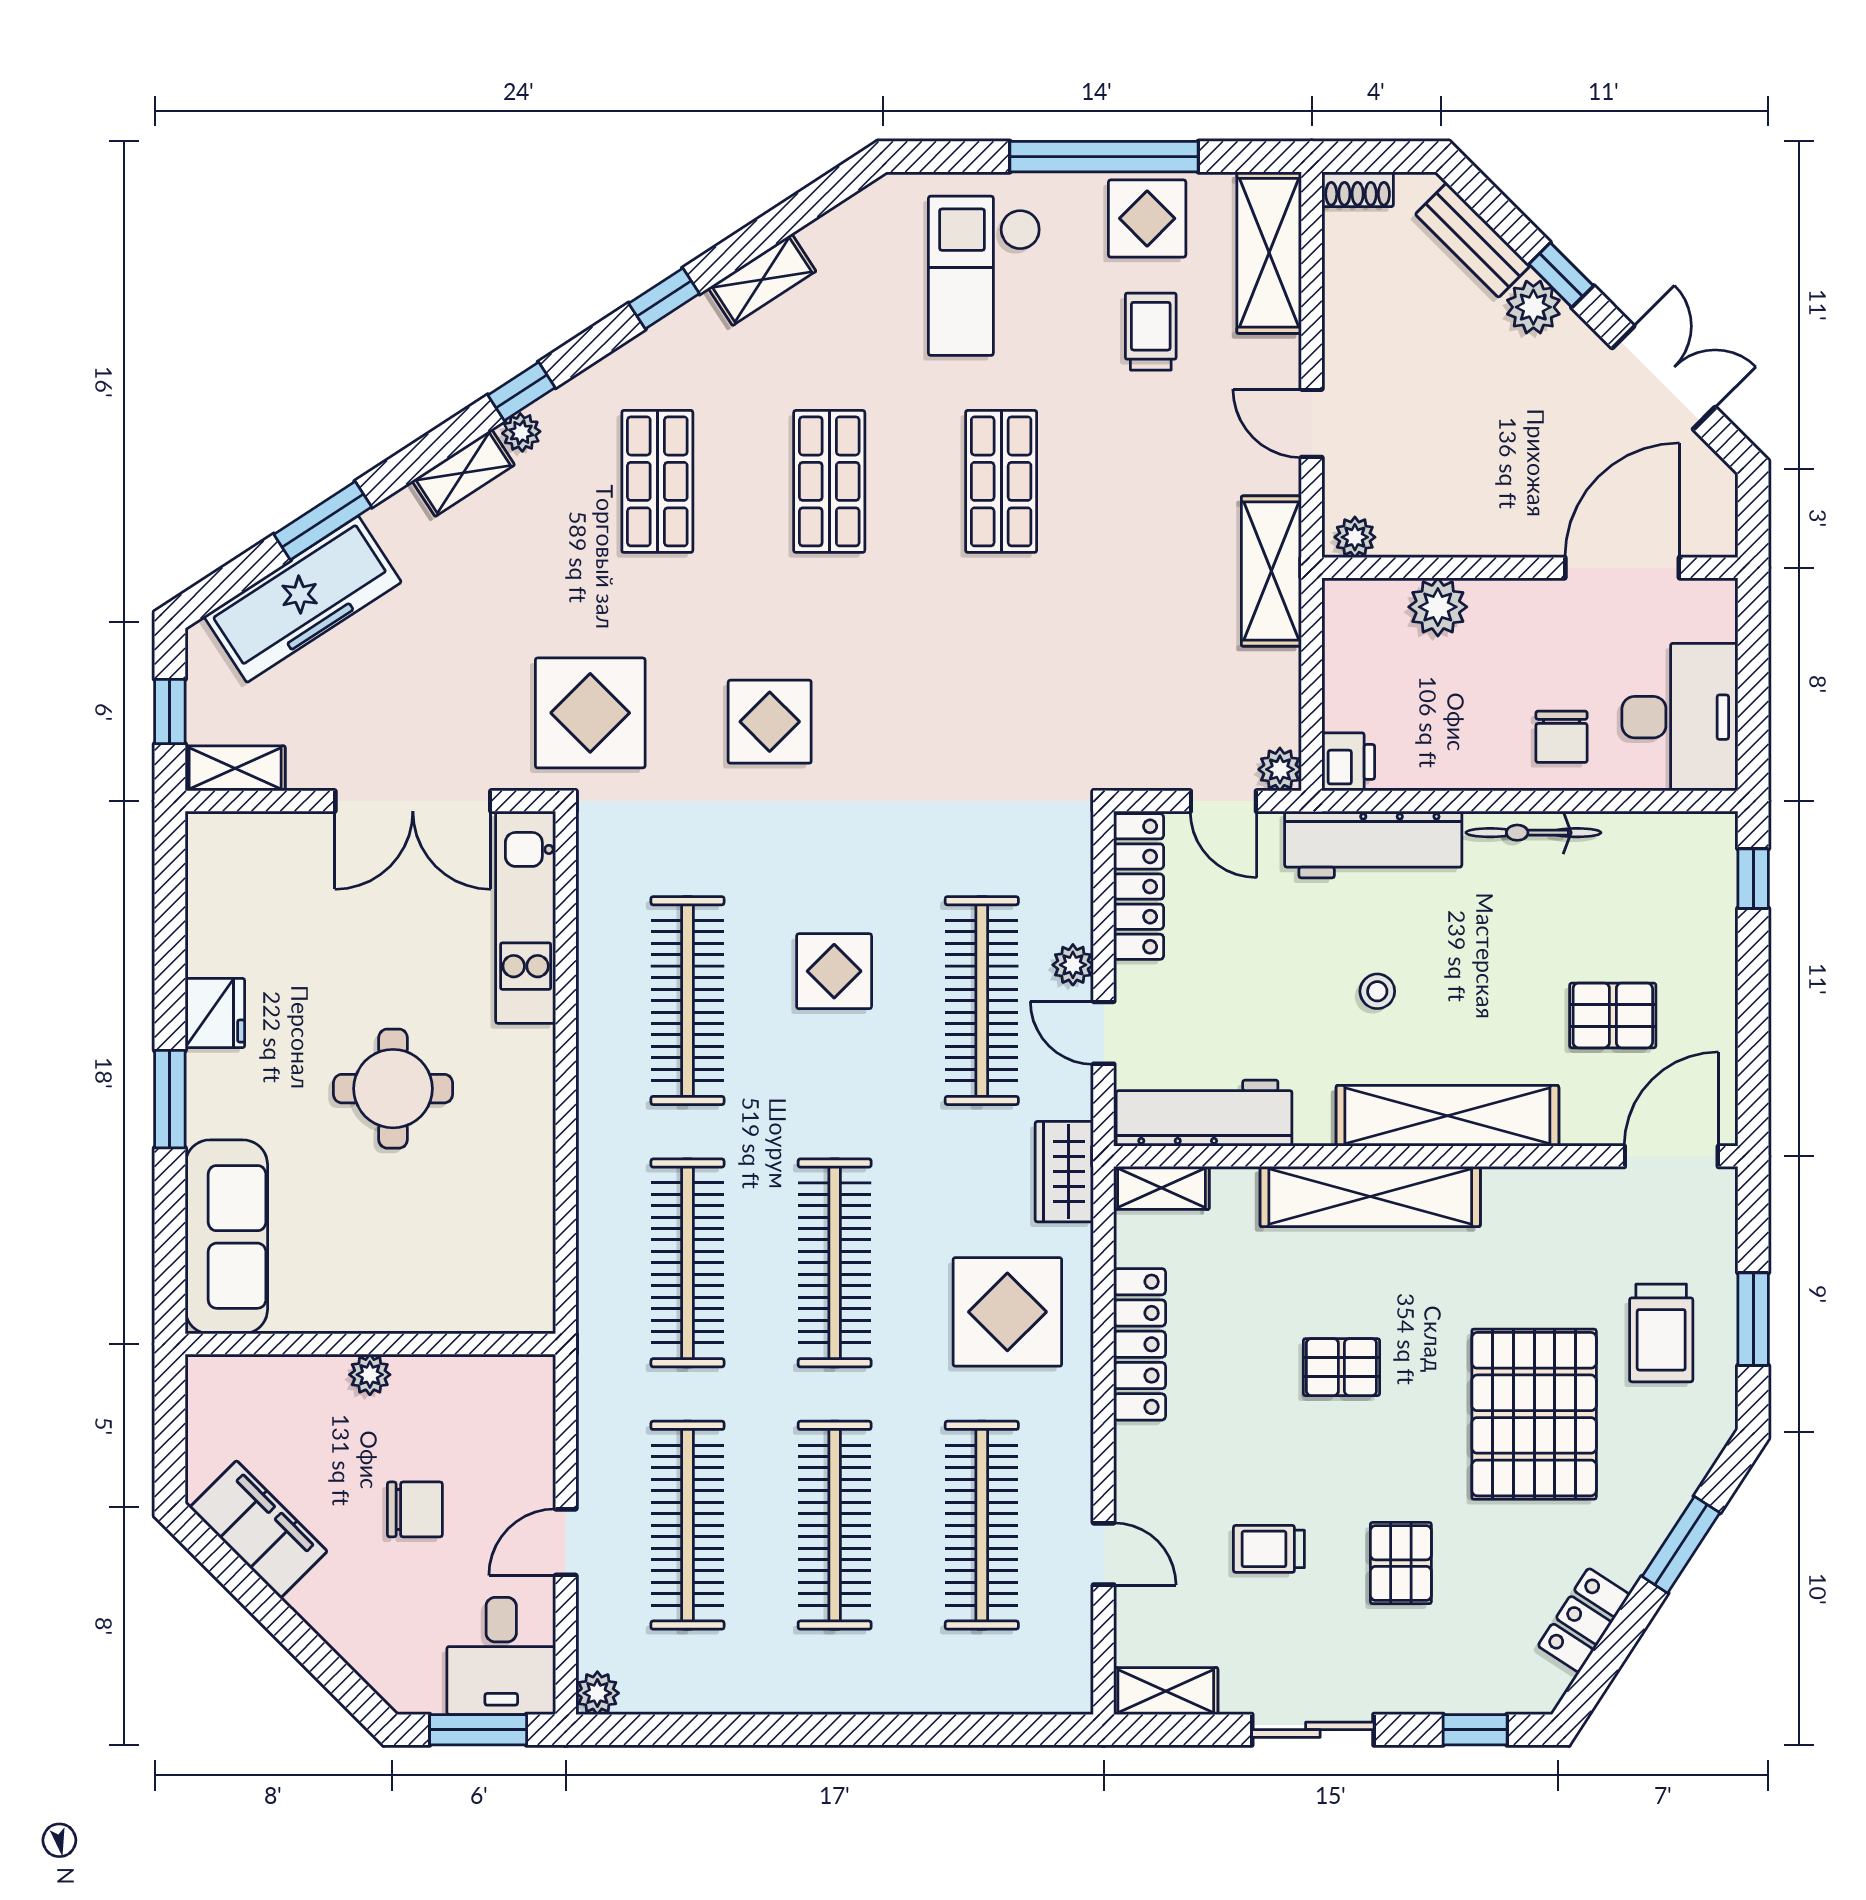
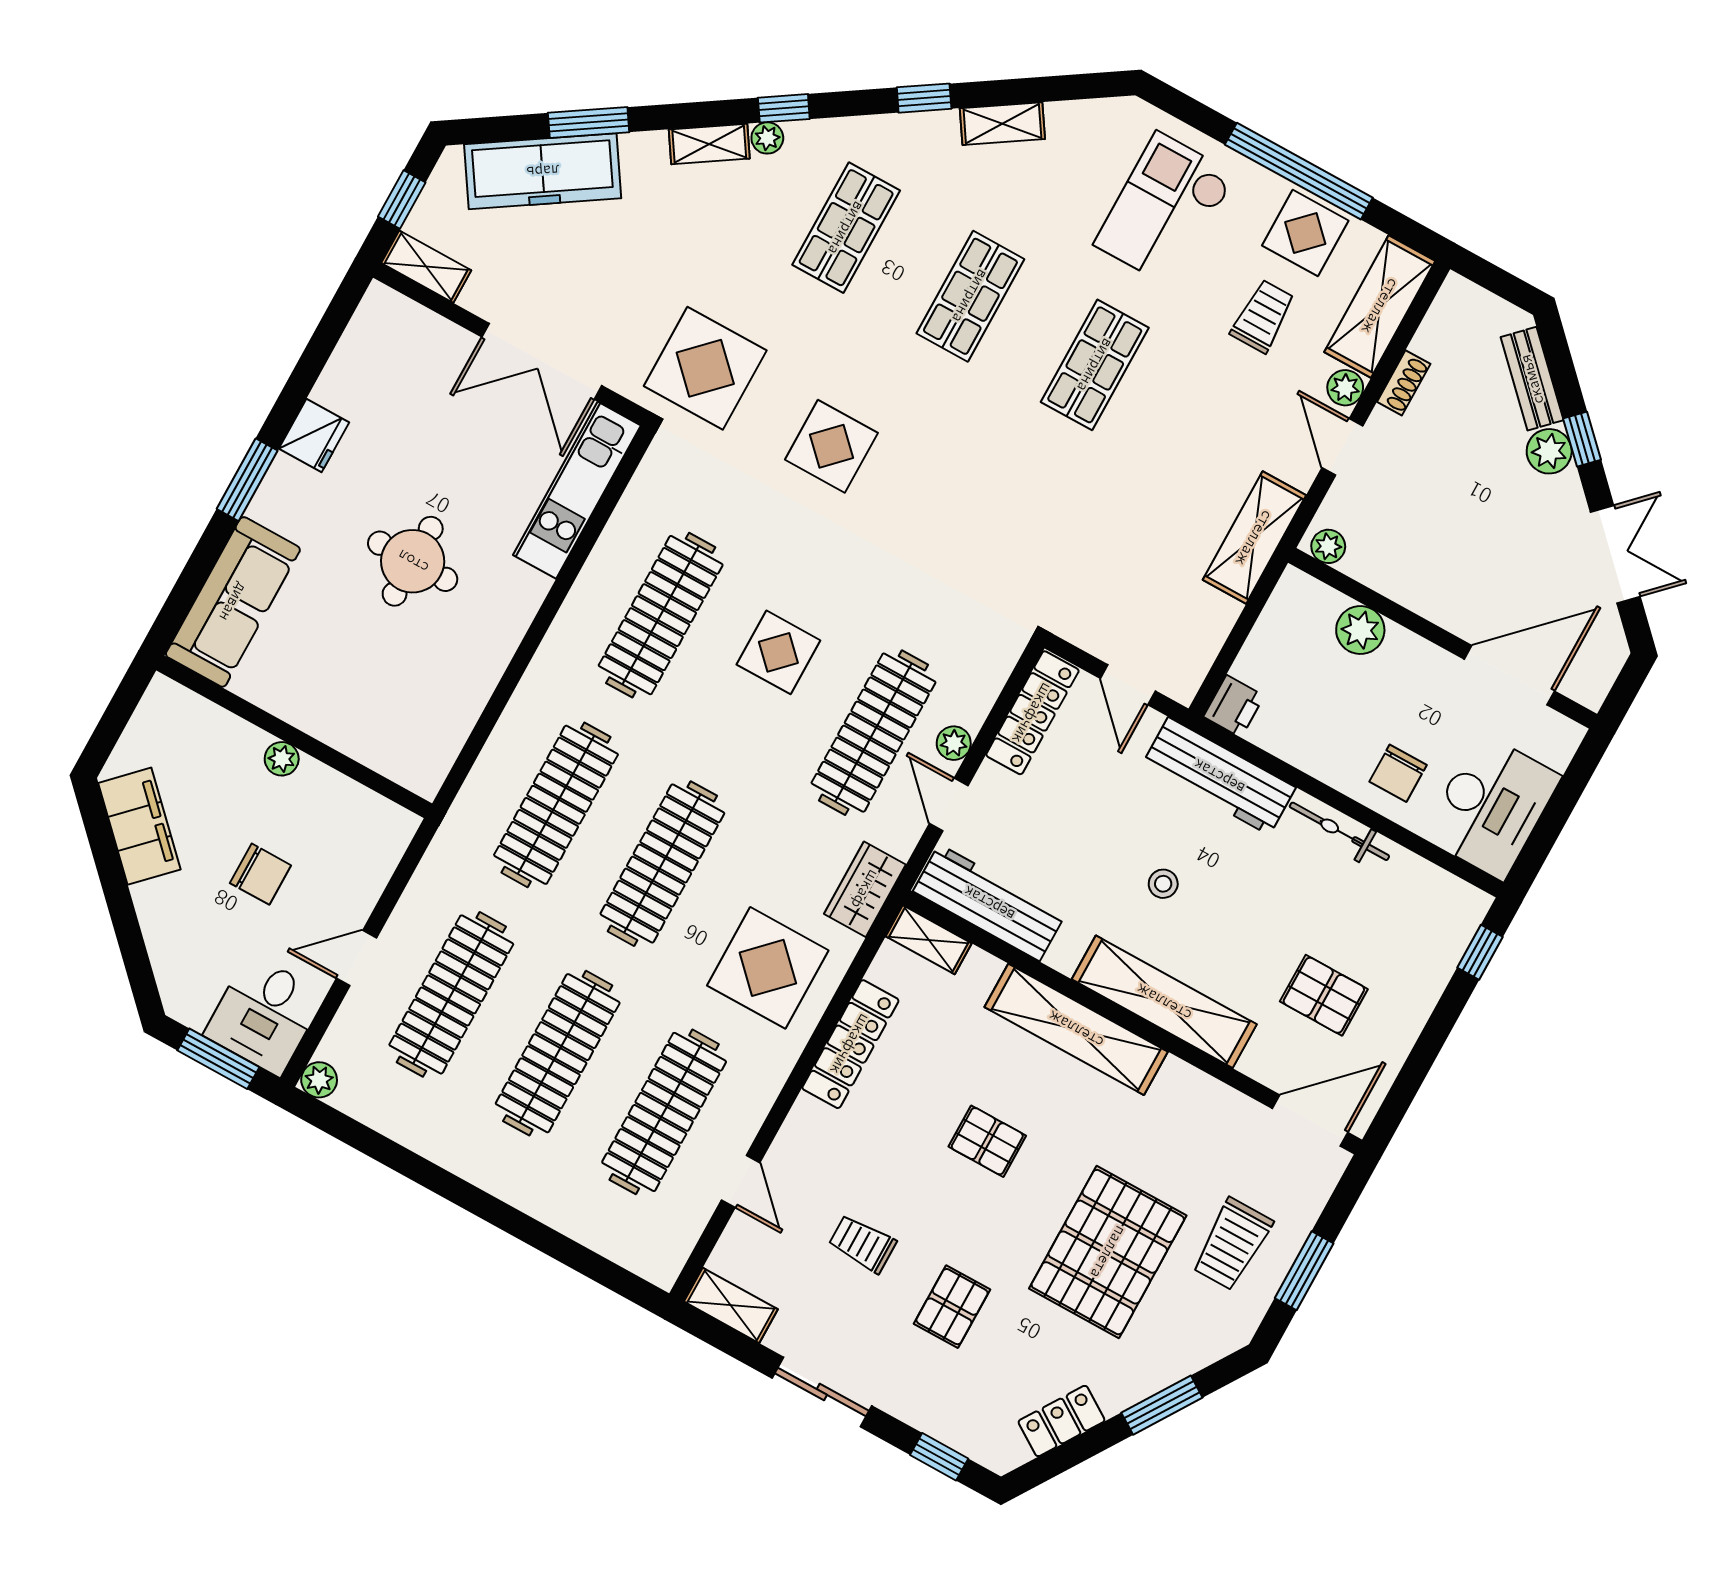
shoe rack: (1358, 189) -> (1404, 383), moved, turned -90
plant: (1280, 769) -> (1345, 388), moved

